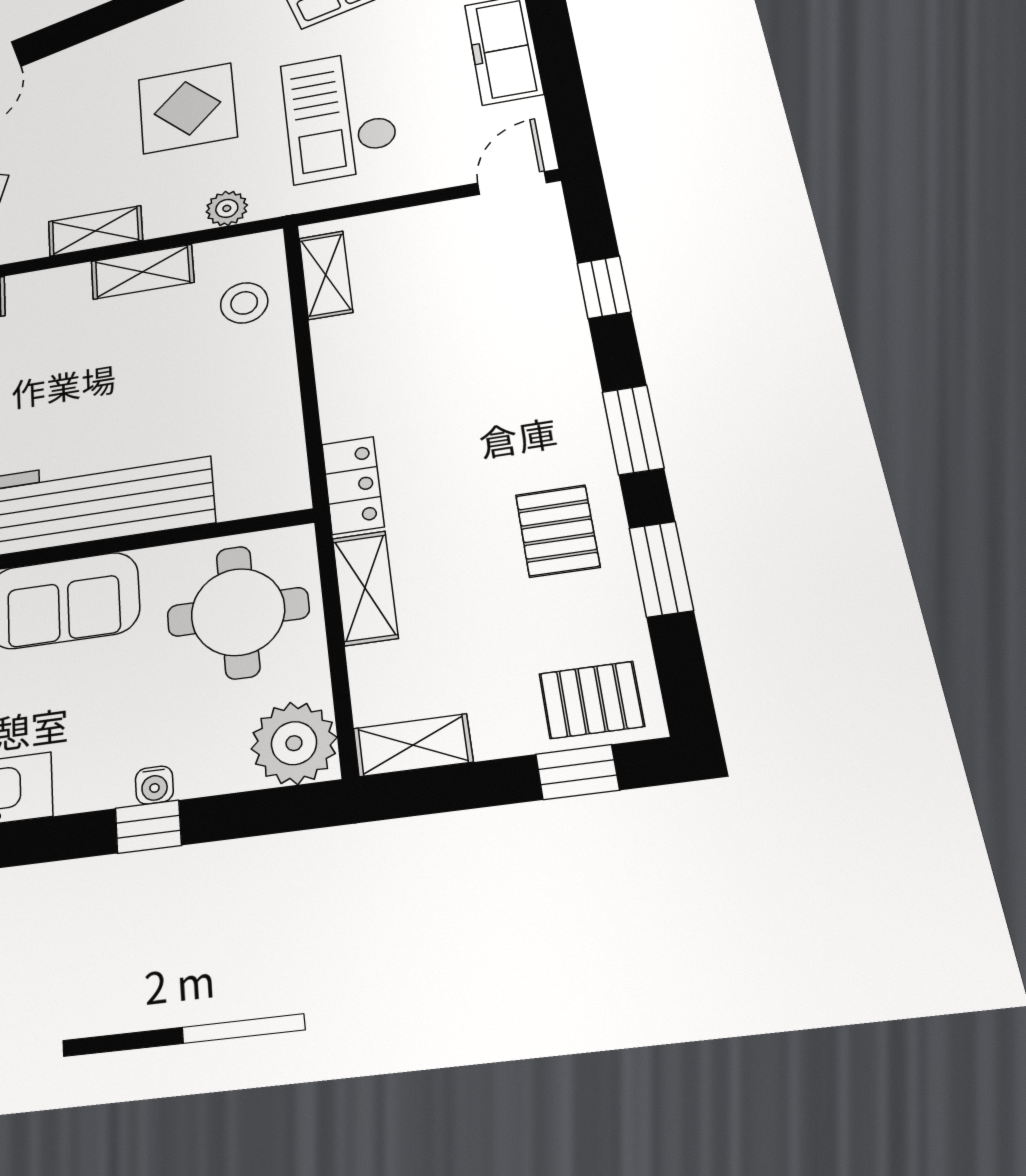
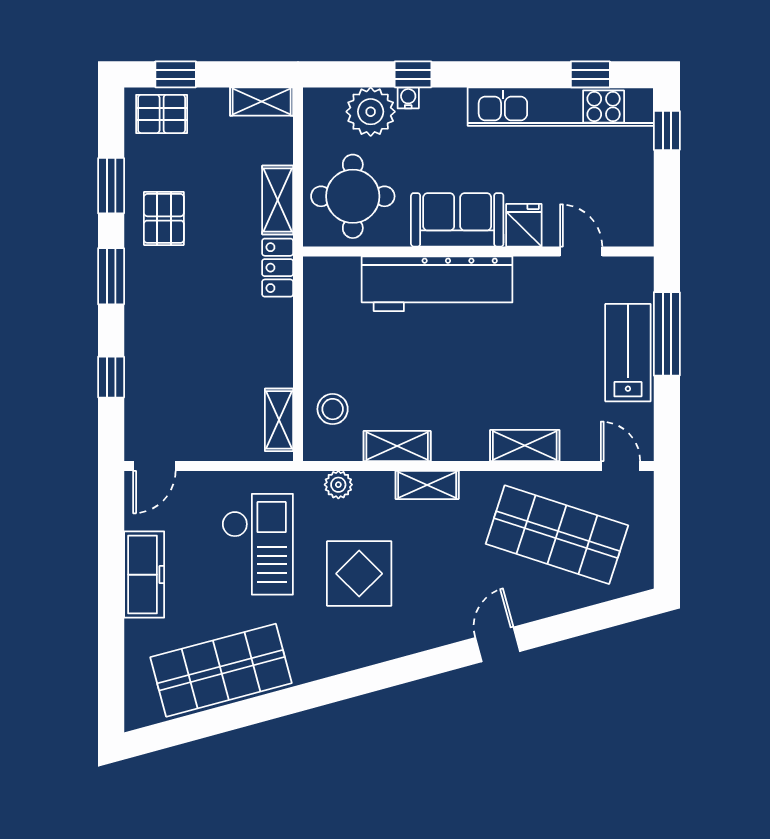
plant: (294, 743) -> (371, 112), moved

